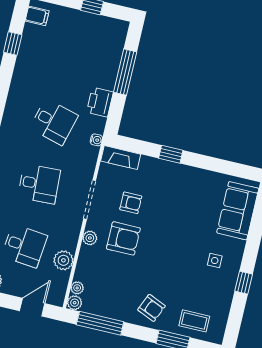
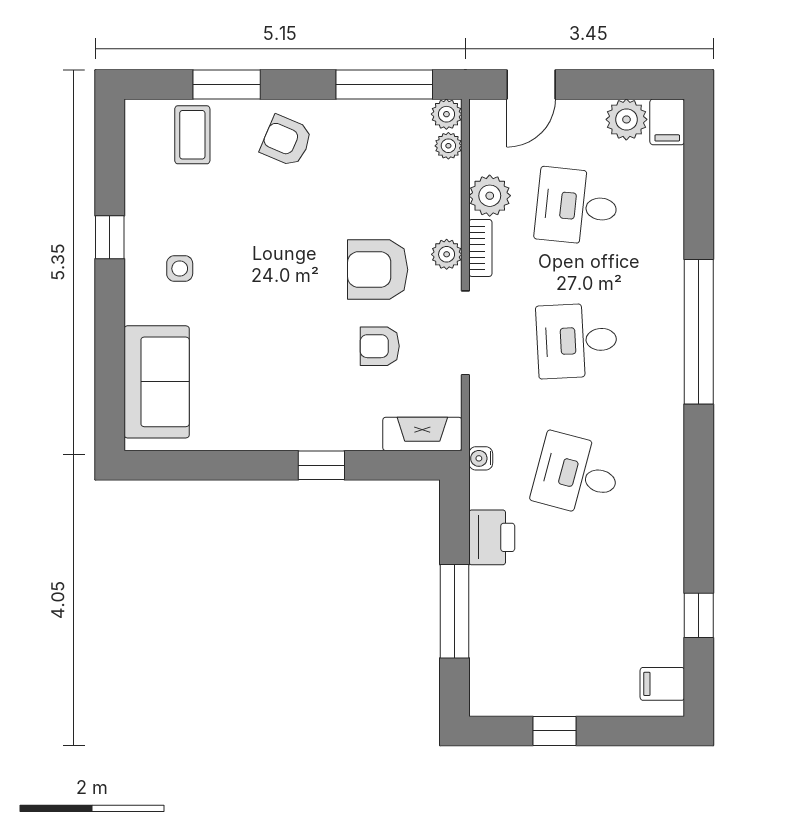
bookcase: (73, 237) -> (480, 248), added
coffee table: (194, 321) -> (192, 135), turned 90

